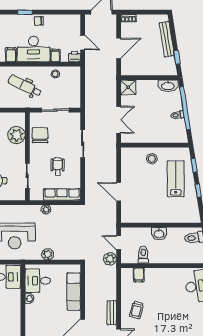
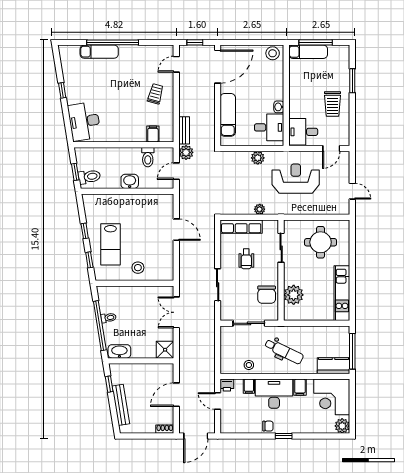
door: (119, 243) -> (176, 171), swing flipped
bench: (112, 313) -> (184, 130), moved

